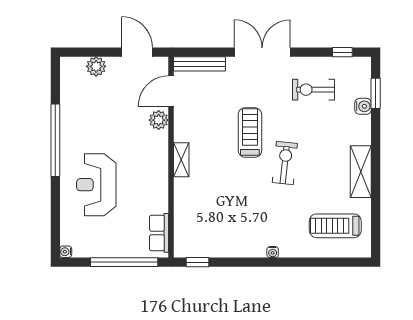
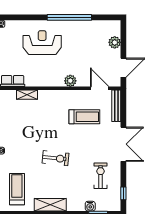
plant: (159, 120) -> (70, 81), moved
treadmill: (250, 133) -> (84, 117), moved
shelving: (181, 160) -> (27, 95), moved

